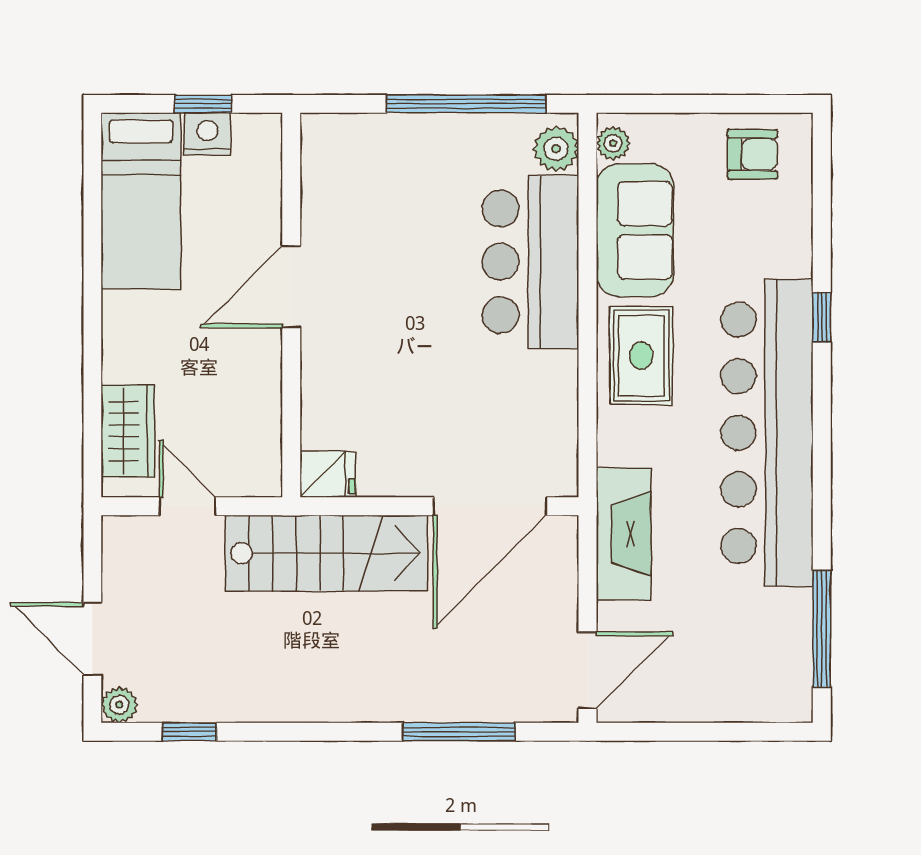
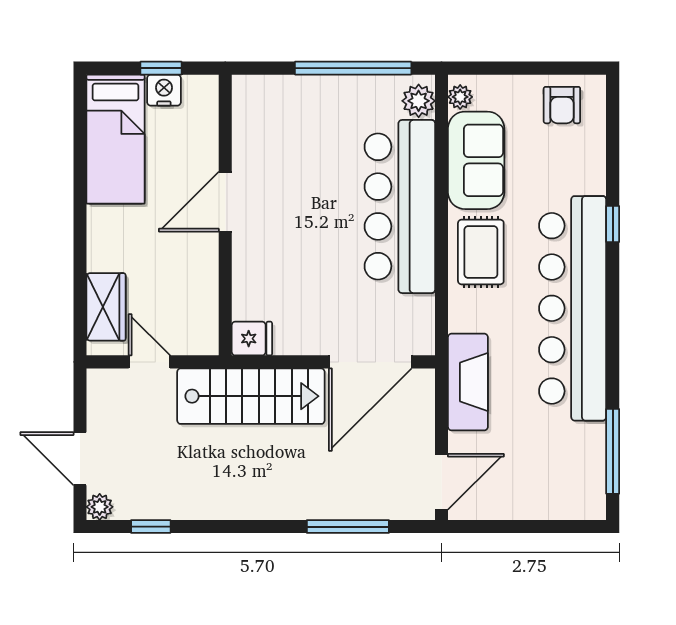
armchair: (752, 154) -> (562, 105), turned 90
bar counter: (530, 262) -> (400, 206), width x1.36

